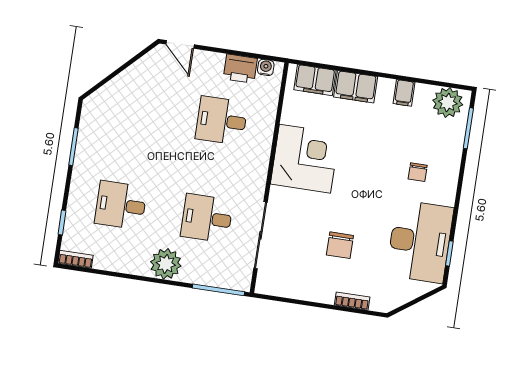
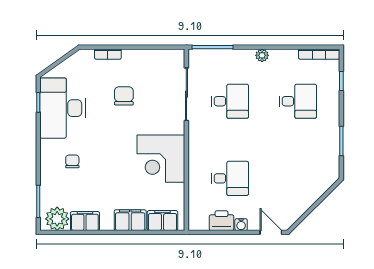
water cooler: (266, 67) -> (241, 225), moved
filing cabinet: (404, 93) -> (85, 221), width x2.00
bookcase: (76, 259) -> (319, 54), width x1.56
plant: (166, 264) -> (262, 55), width x0.53, depth x0.53

